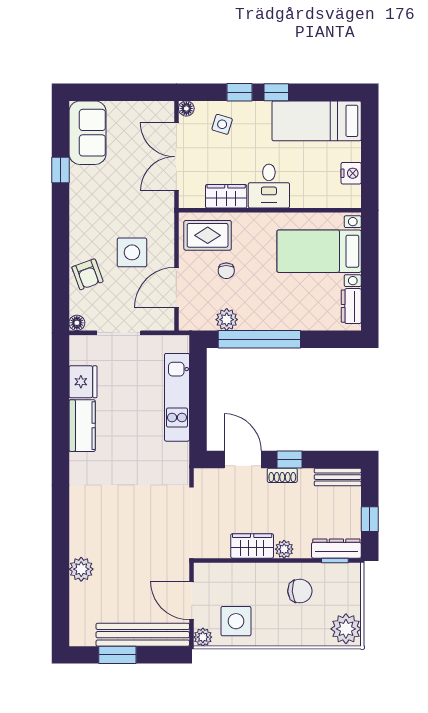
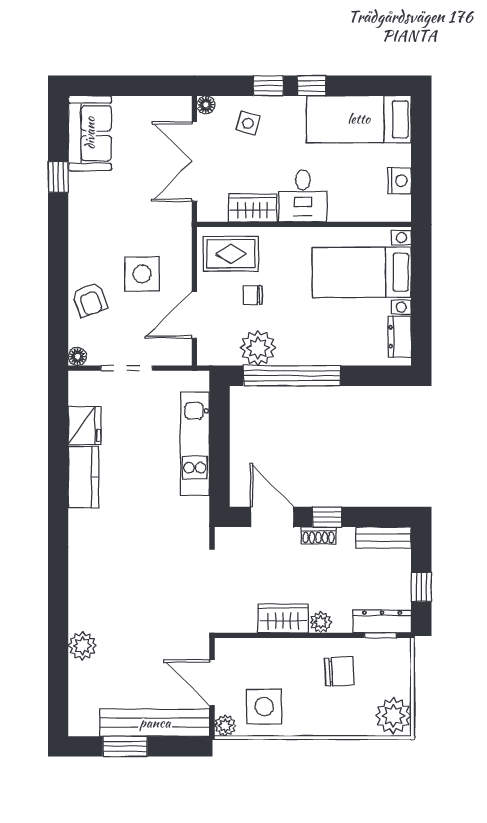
chair: (226, 271) -> (253, 295), turned 90
plant: (227, 320) -> (258, 348), width x1.36, depth x1.36

